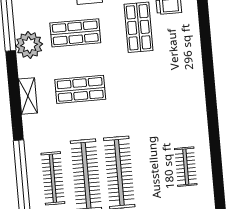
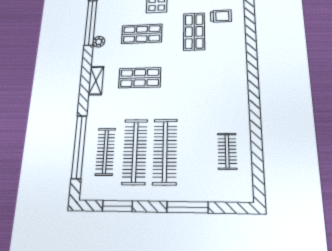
plant: (29, 45) -> (99, 42), width x0.53, depth x0.53

